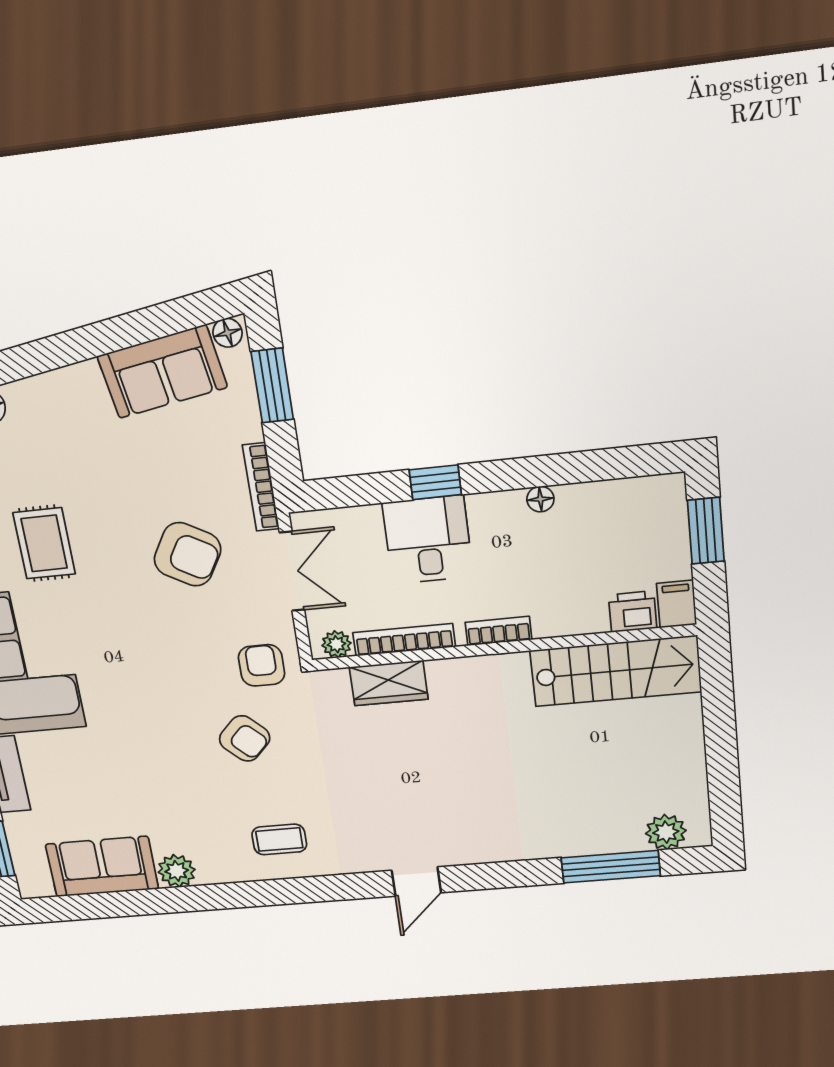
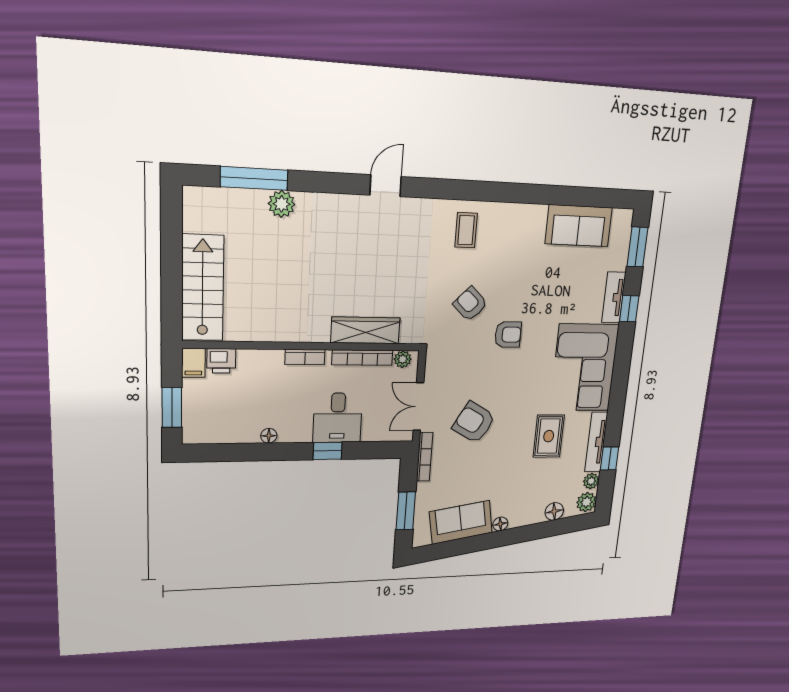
floor lamp: (228, 333) -> (500, 524), moved
armchair: (262, 665) -> (508, 335), moved, turned -90
stairs: (616, 671) -> (203, 288), moved, turned 90
wardrobe: (389, 683) -> (365, 330), width x1.50
plant: (666, 832) -> (282, 204), moved
coffee table: (279, 839) -> (466, 230), turned 90
plant: (177, 871) -> (535, 216), removed

